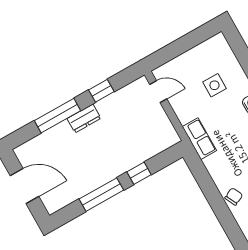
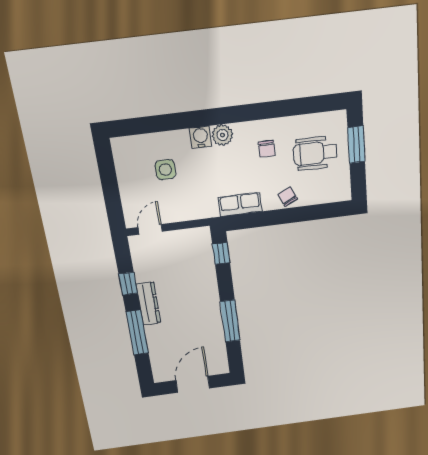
dresser: (84, 118) -> (148, 304), width x1.44
row of seats: (199, 139) -> (240, 204), moved
window: (139, 173) -> (221, 254), moved

